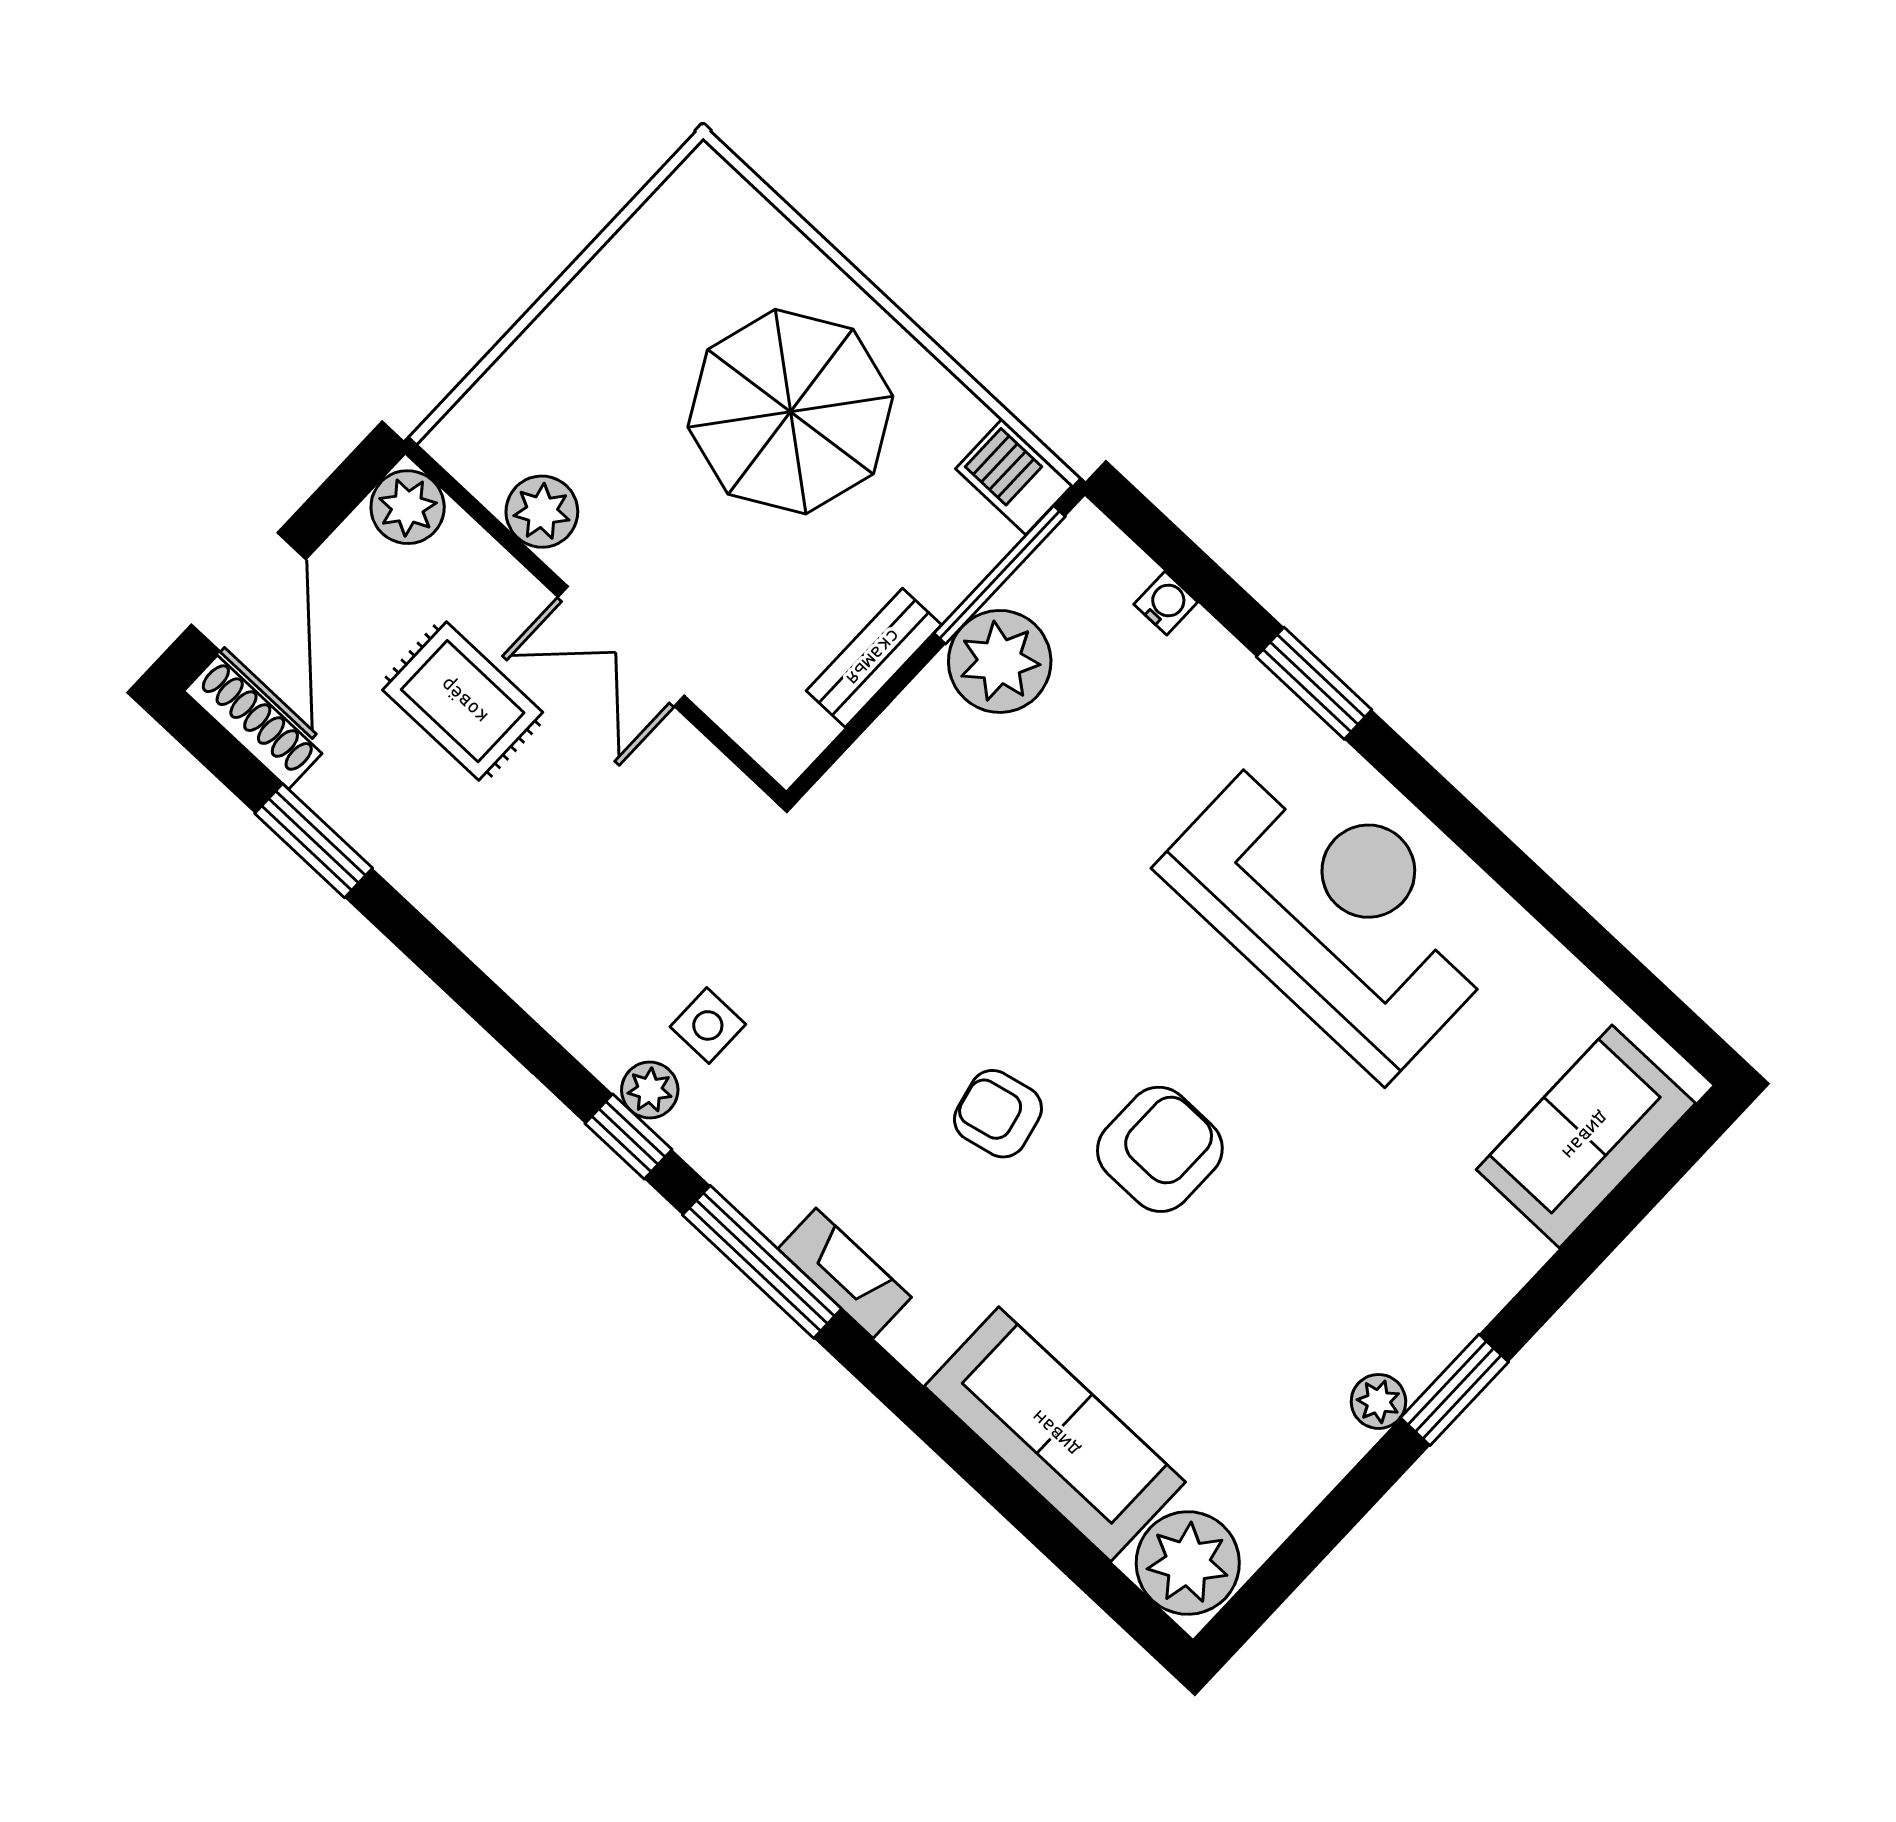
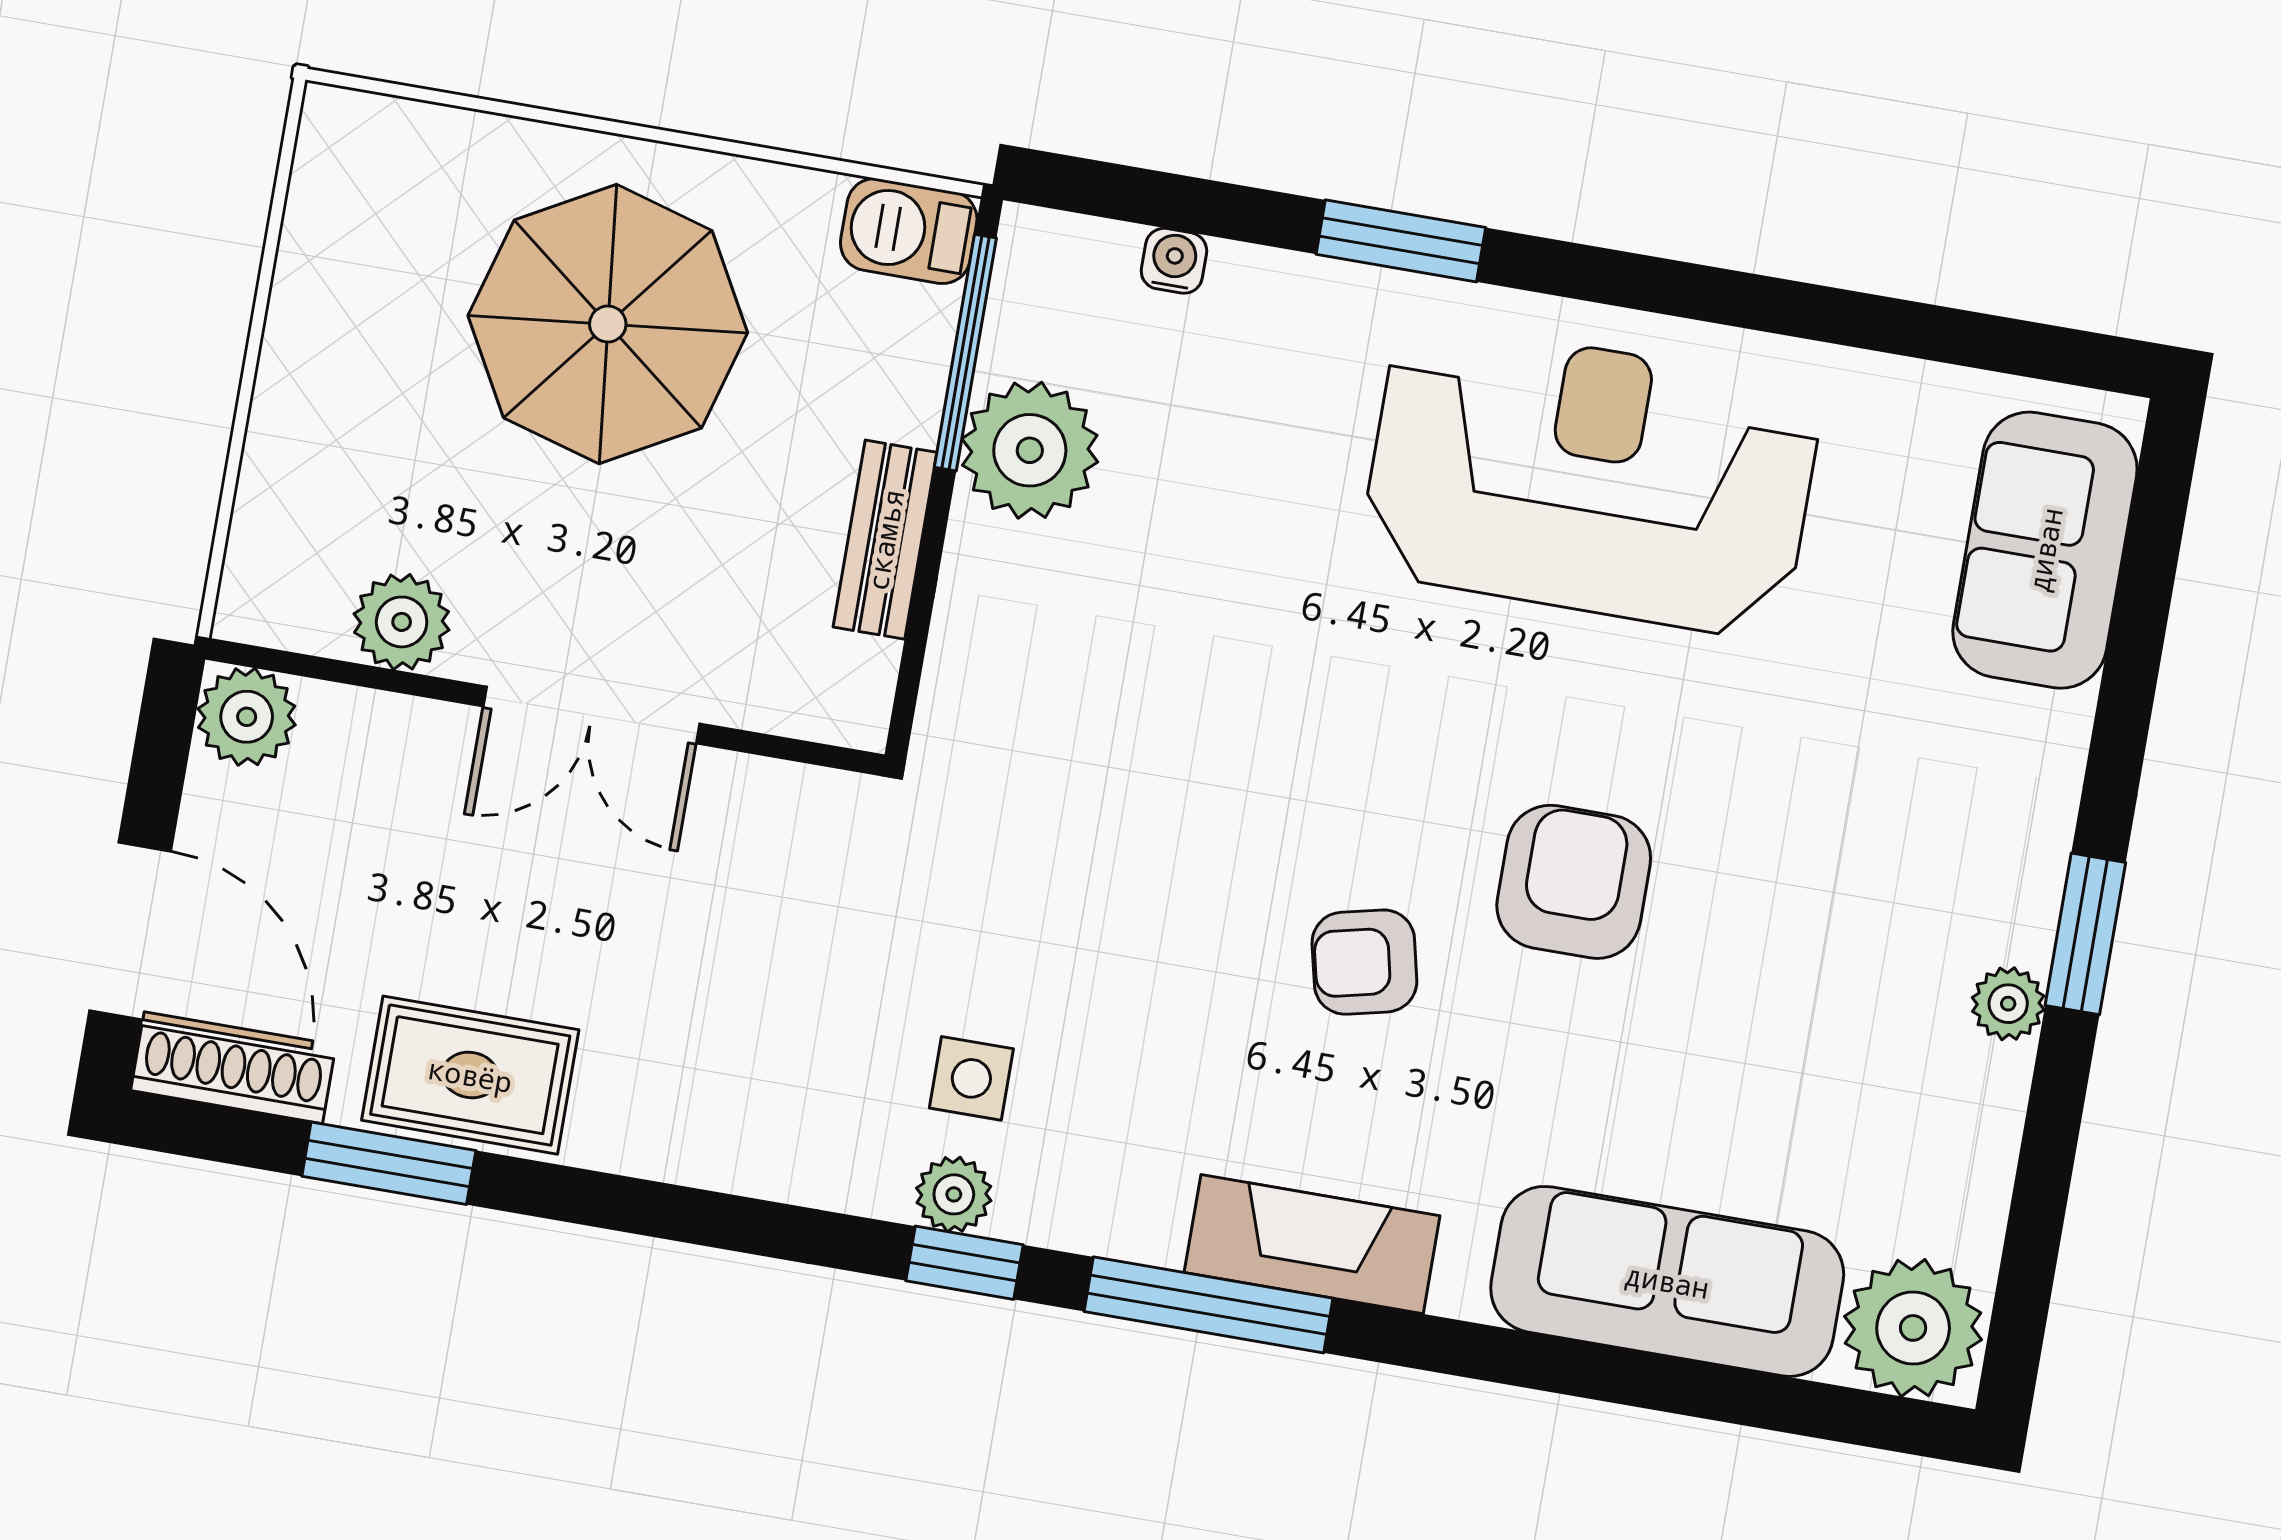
rug: (463, 701) -> (470, 1075), moved
fireplace: (845, 1273) -> (1312, 1244), width x1.37, depth x1.32

